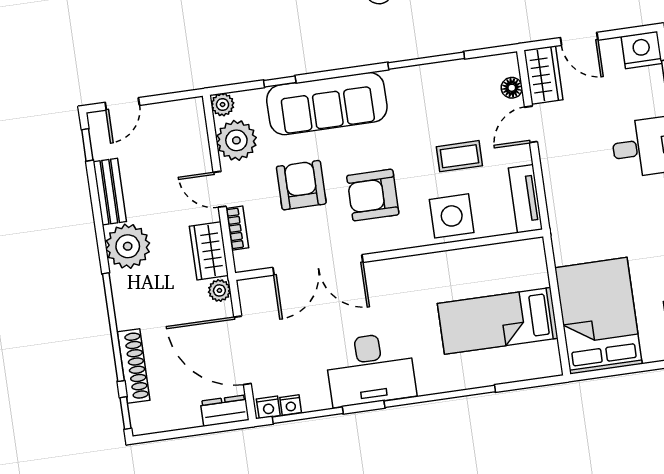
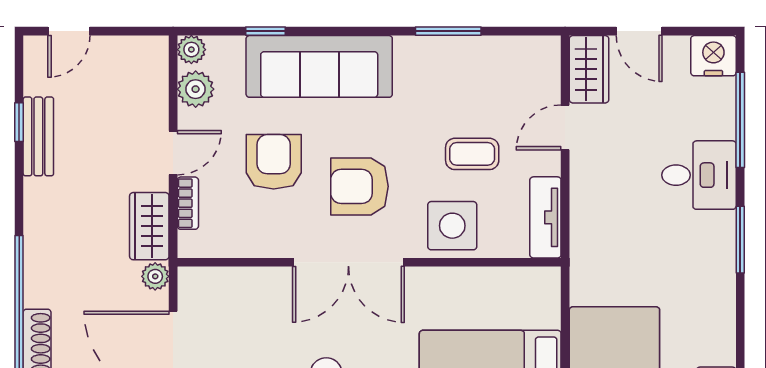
window: (426, 61) -> (448, 31), width x0.69
floor lamp: (512, 88) -> (548, 79), removed
plant: (236, 140) -> (196, 89), width x0.73, depth x0.73
window: (87, 145) -> (19, 122), moved
door: (220, 189) -> (173, 153), swing flipped
plant: (128, 246) -> (51, 206), removed
double door: (318, 265) -> (348, 262), moved

